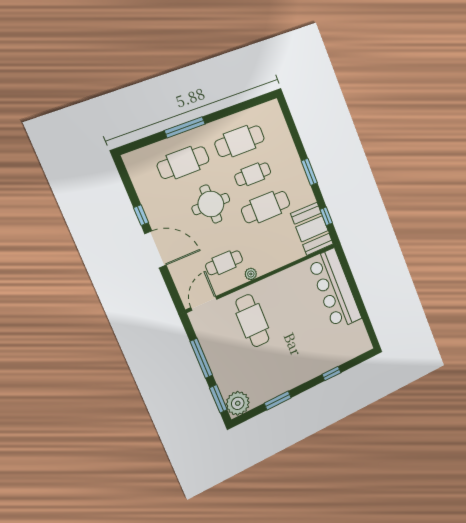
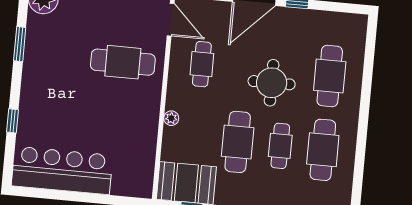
window: (185, 127) -> (366, 97), removed
plant: (251, 274) -> (171, 118), moved
bar counter: (335, 289) -> (62, 171), moved

